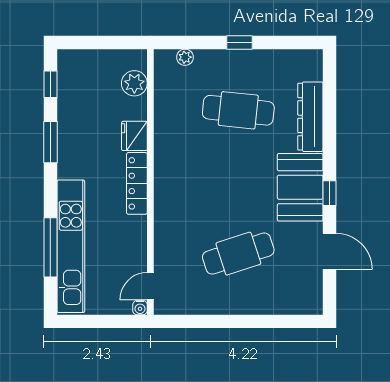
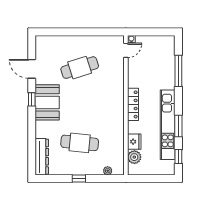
dresser: (310, 117) -> (42, 157), moved
fridge: (134, 136) -> (134, 142), moved
kitchen unit: (71, 246) -> (168, 125), moved

